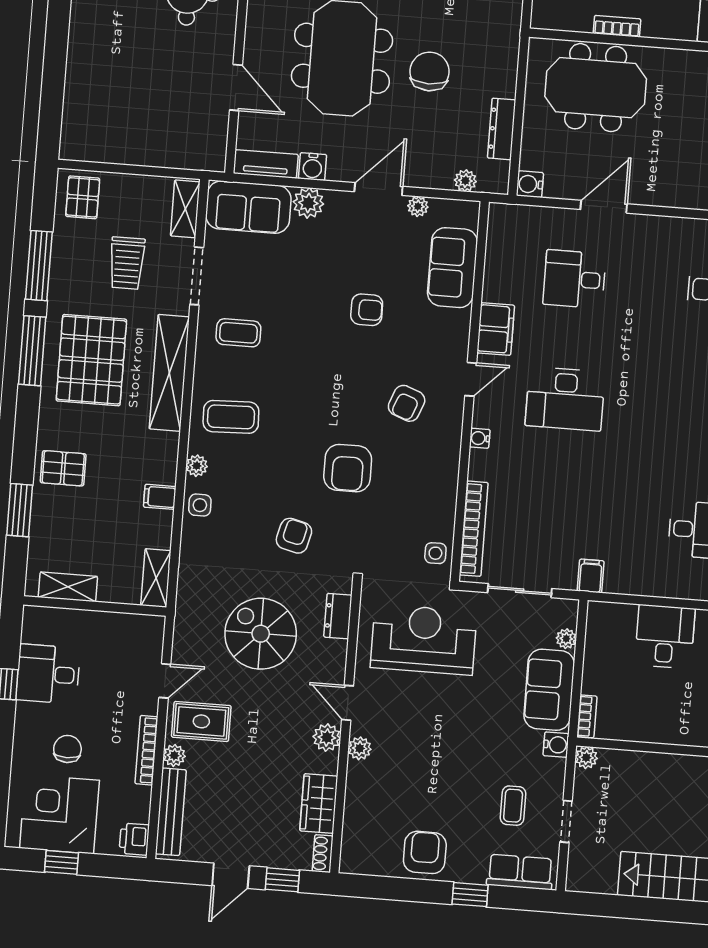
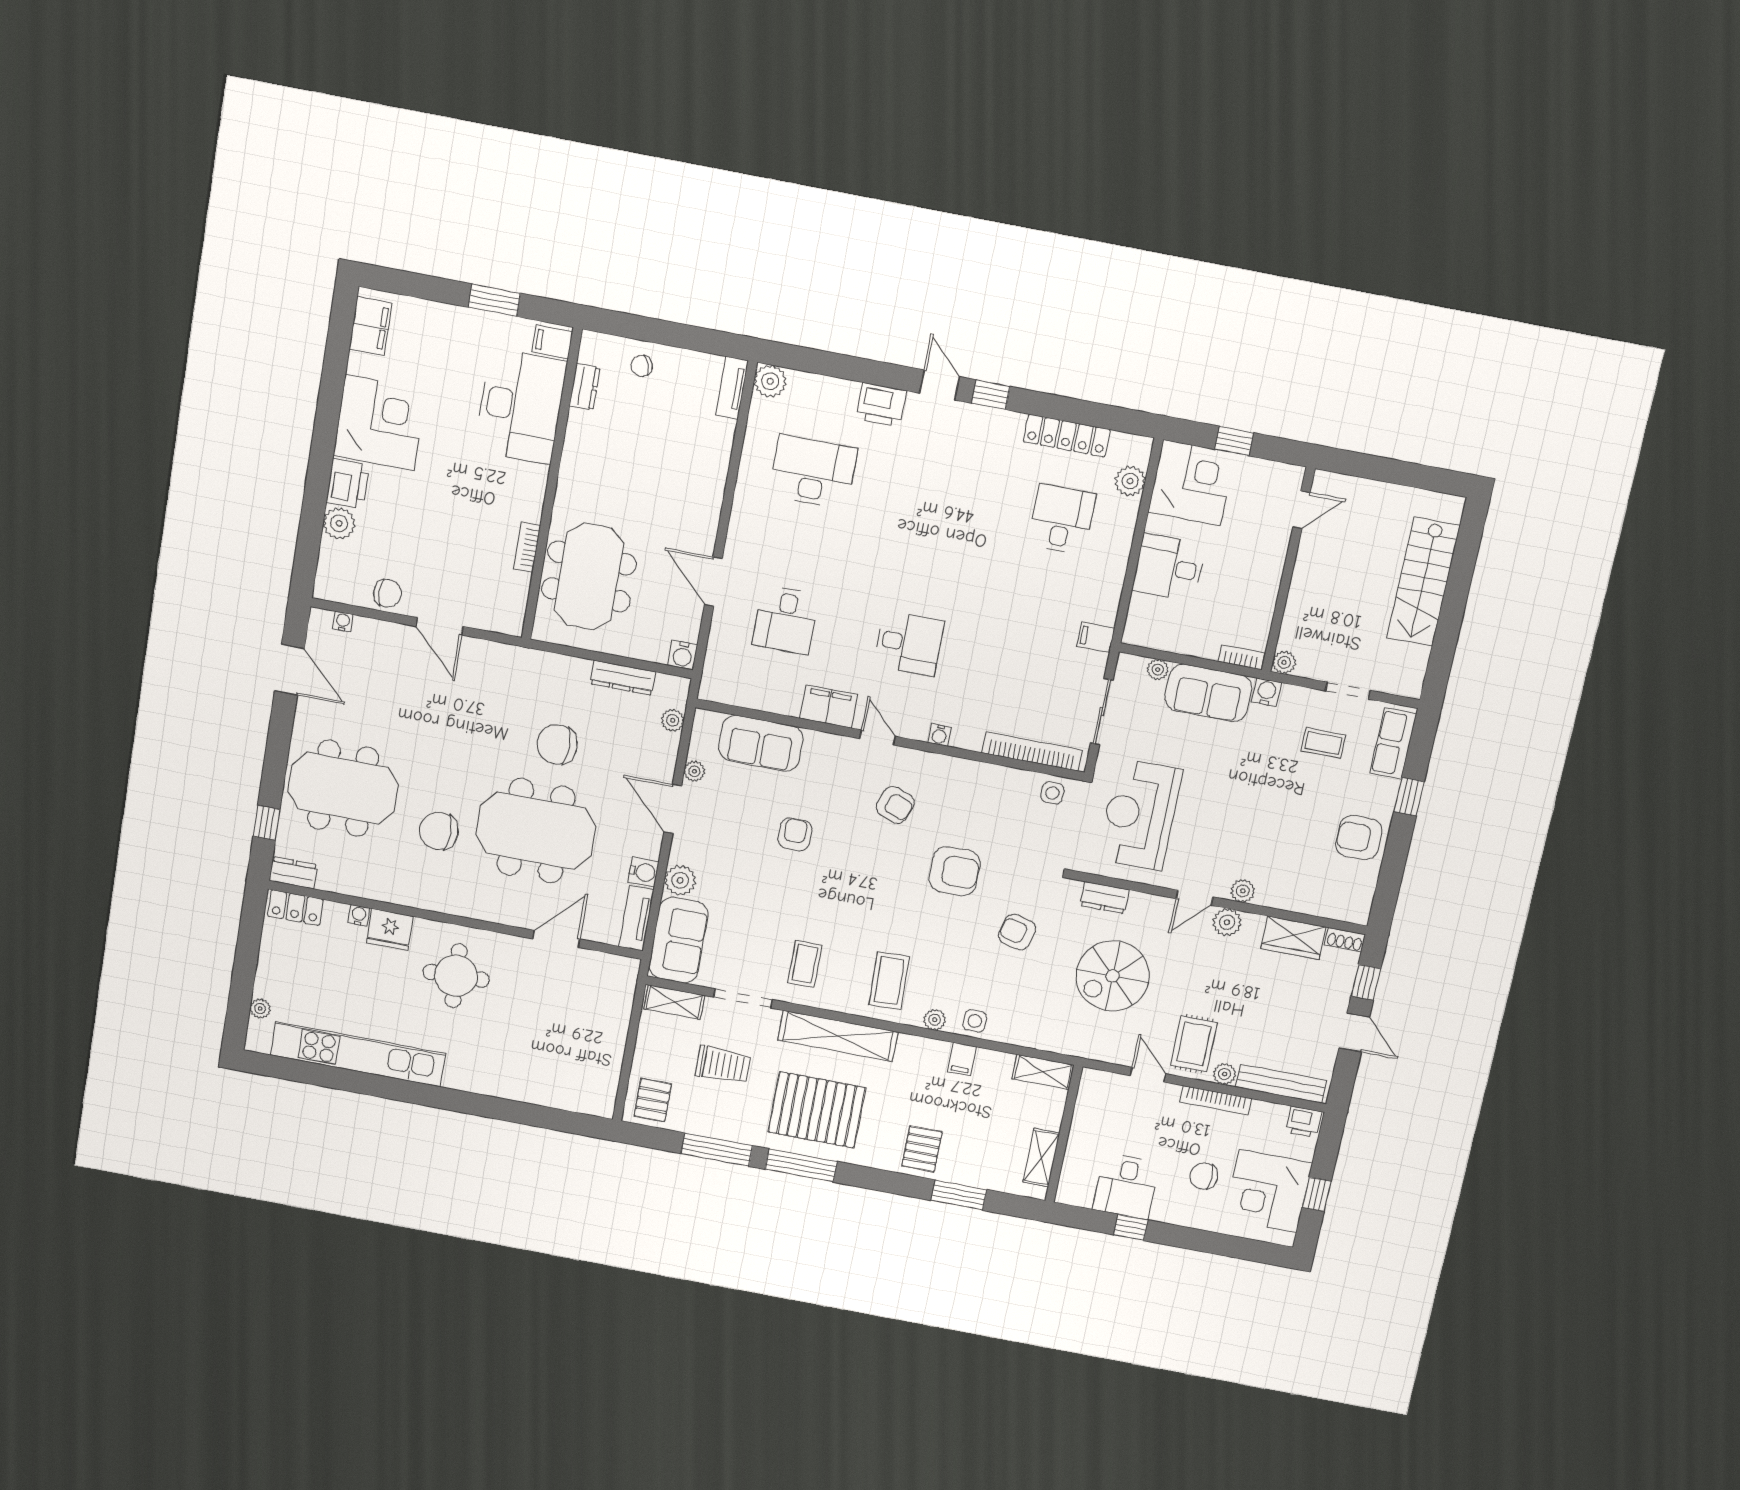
pallet: (83, 197) -> (653, 1100), turned 90
desk: (565, 399) -> (909, 643), width x0.73

